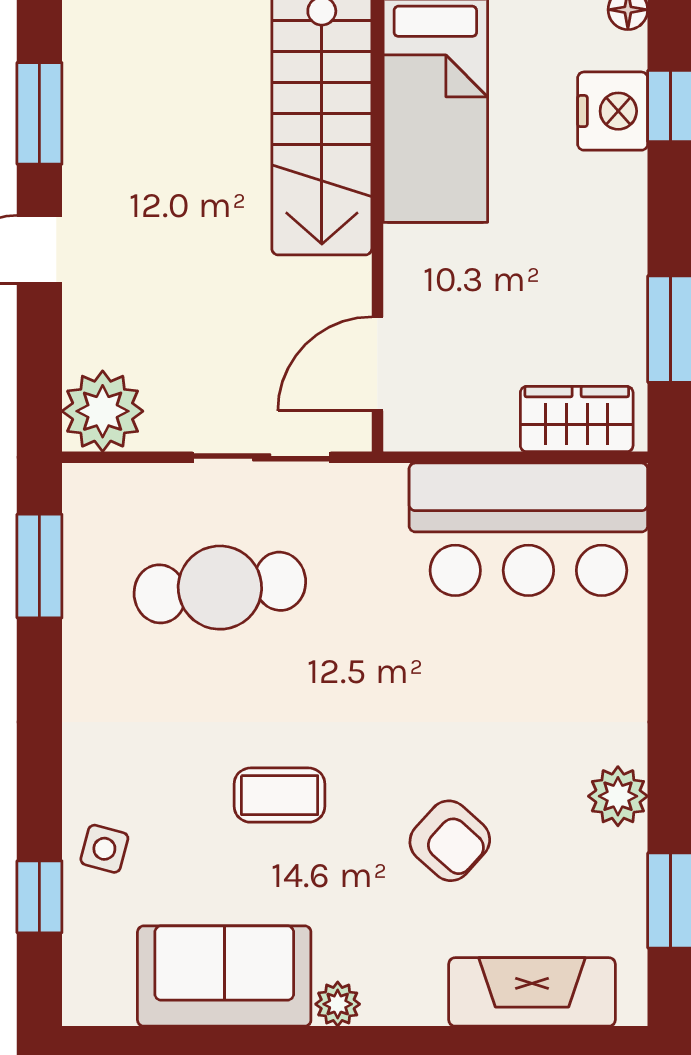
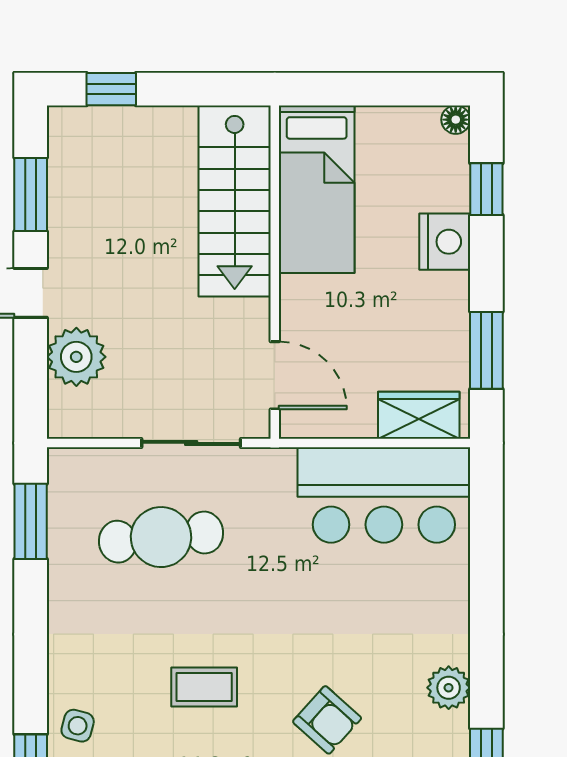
nightstand: (613, 111) -> (445, 242), moved
door: (377, 364) -> (275, 375), swing flipped
plant: (103, 411) -> (76, 357), moved

